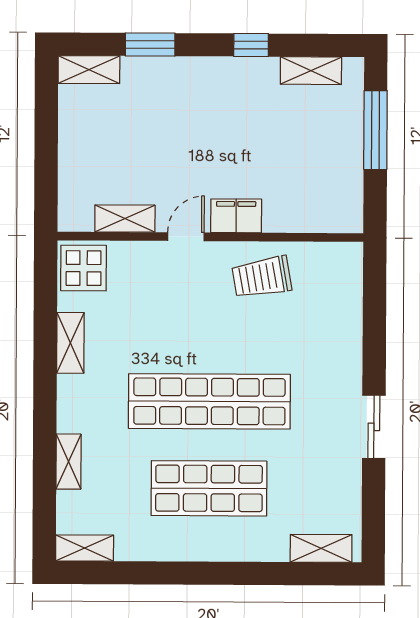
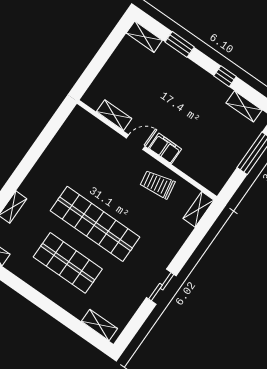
display table: (84, 268) -> (80, 124), removed
shelving: (70, 343) -> (198, 209), moved

